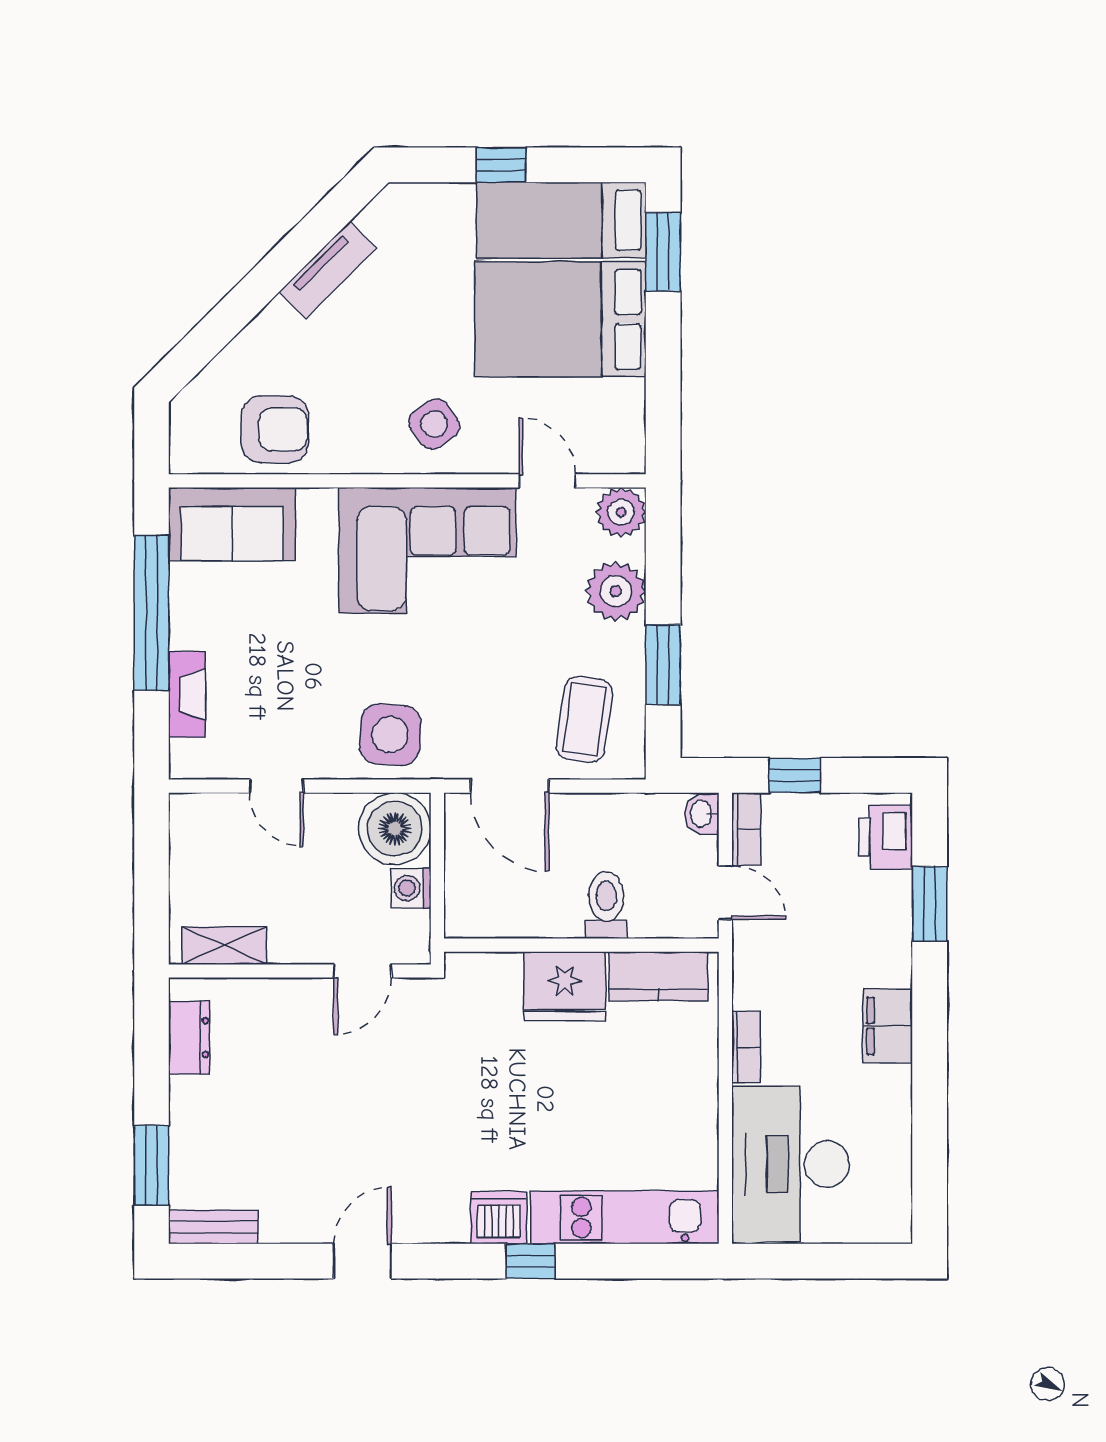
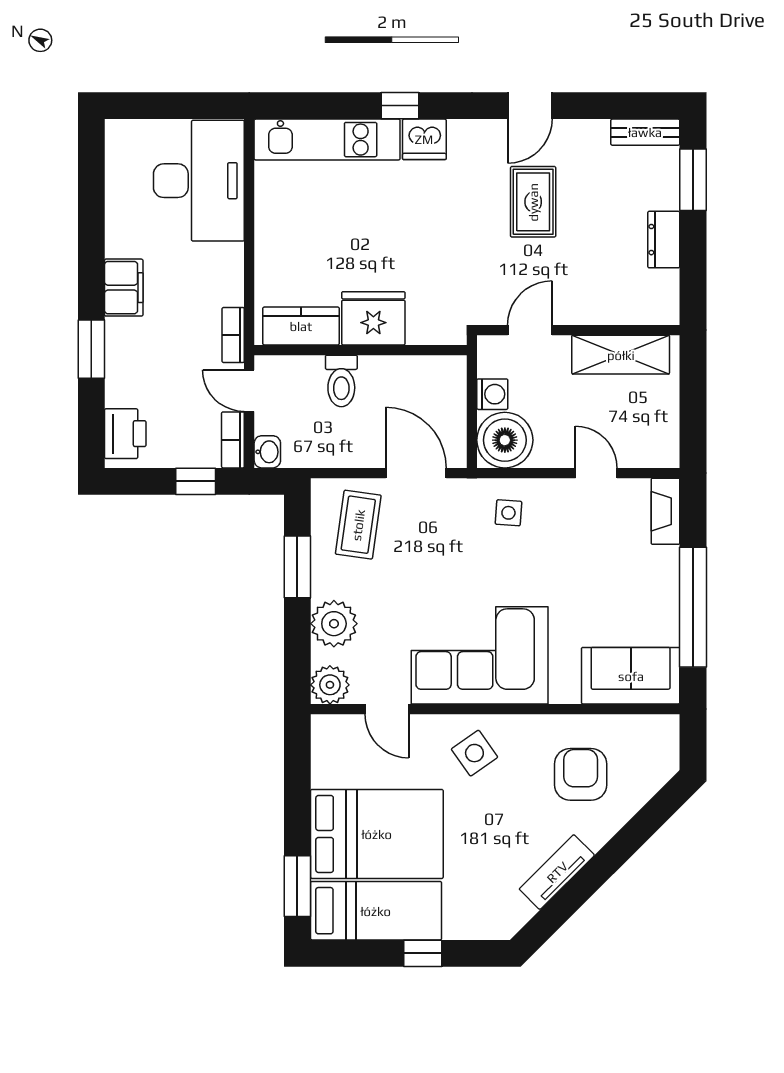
armchair: (275, 429) -> (581, 774), moved, turned 90
fireplace: (187, 694) -> (665, 511), moved
side table: (390, 735) -> (508, 513), width x0.54, depth x0.54
window: (930, 904) -> (91, 349), moved
shelving: (224, 946) -> (621, 355), width x1.50, depth x1.33
dresser: (189, 1038) -> (664, 240), moved
bookcase: (746, 1047) -> (233, 335), moved
rug: (358, 1137) -> (533, 202), added

